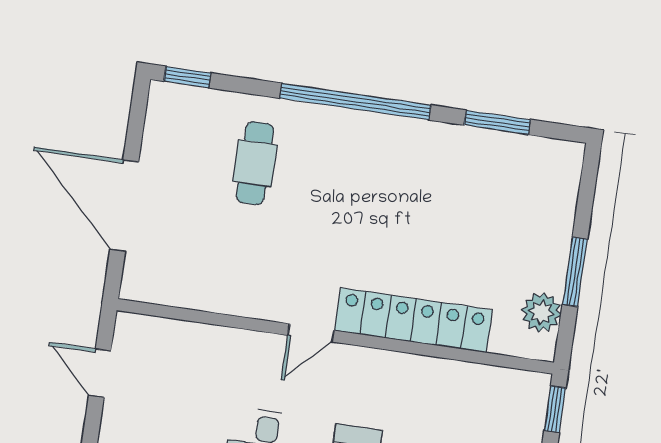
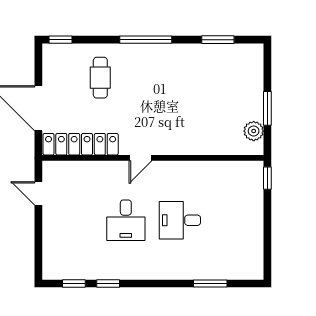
window: (355, 102) -> (146, 40), width x0.68
locker: (413, 320) -> (81, 144), moved

